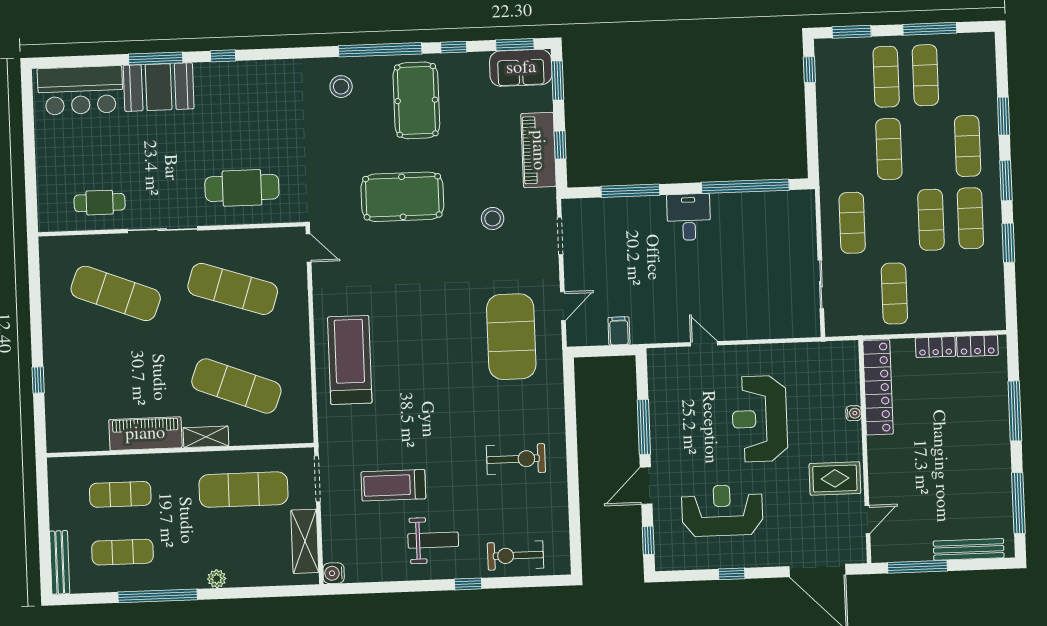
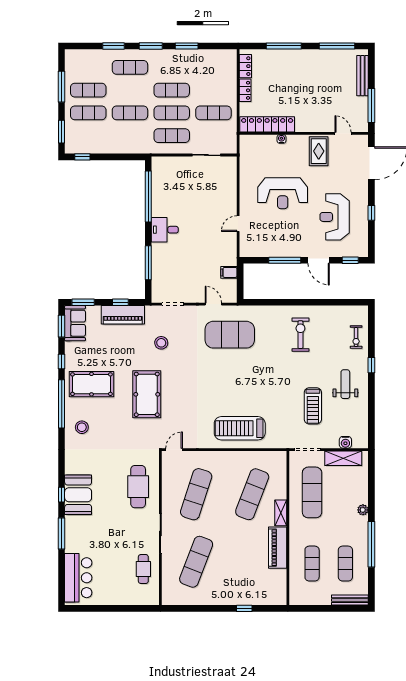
booth: (159, 87) -> (78, 495), moved
exercise mat: (970, 218) -> (172, 113), moved
exercise bike: (516, 555) -> (356, 337), width x0.73, depth x0.72
water cooler: (334, 573) -> (345, 442), moved

